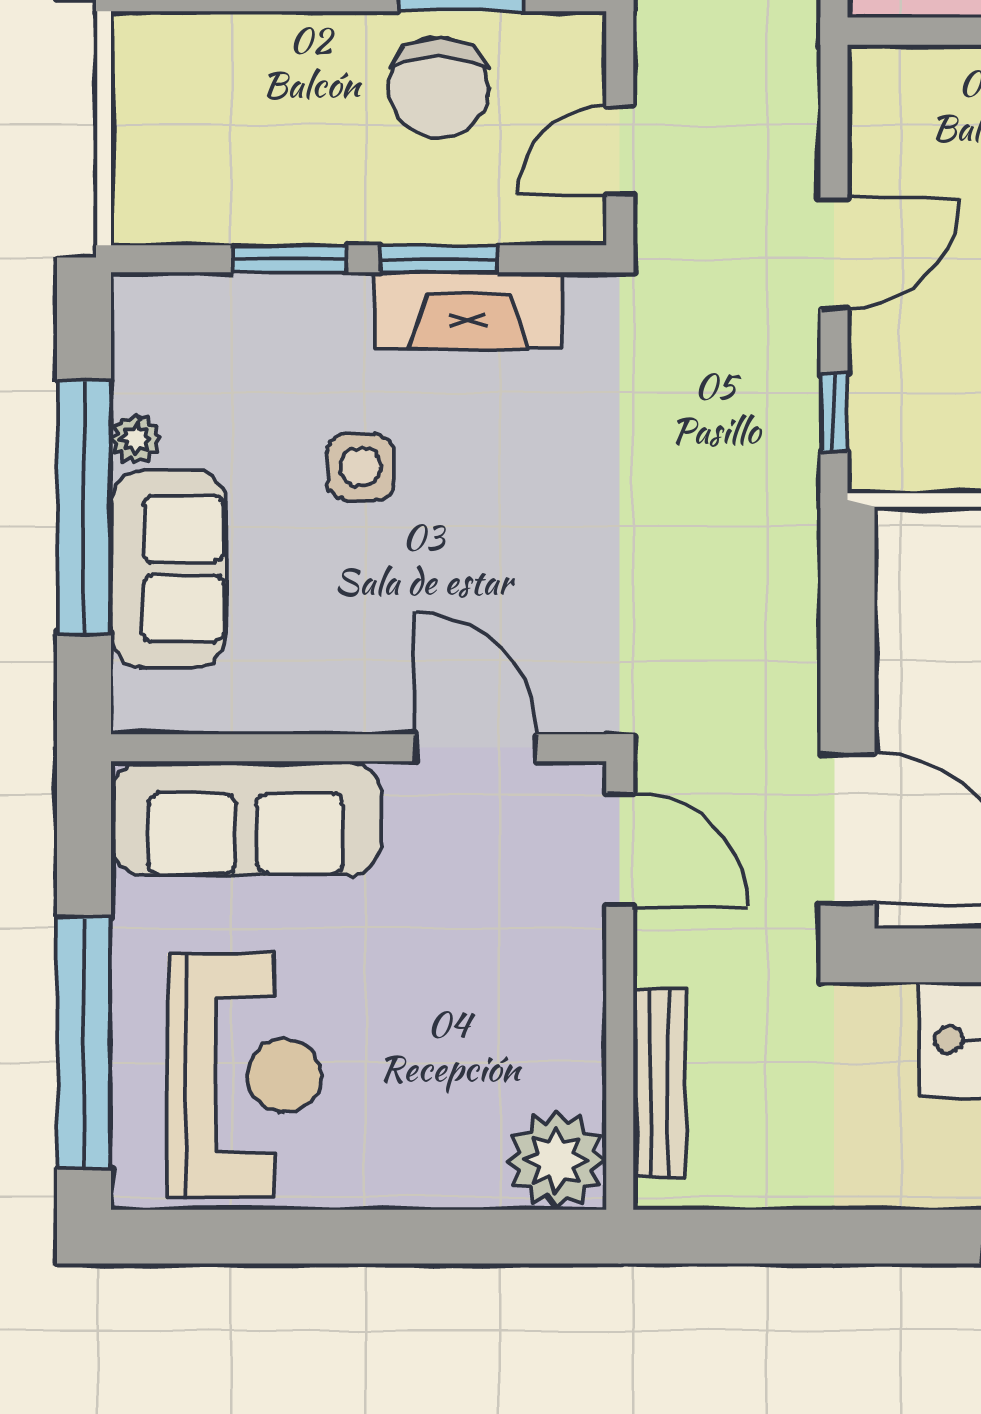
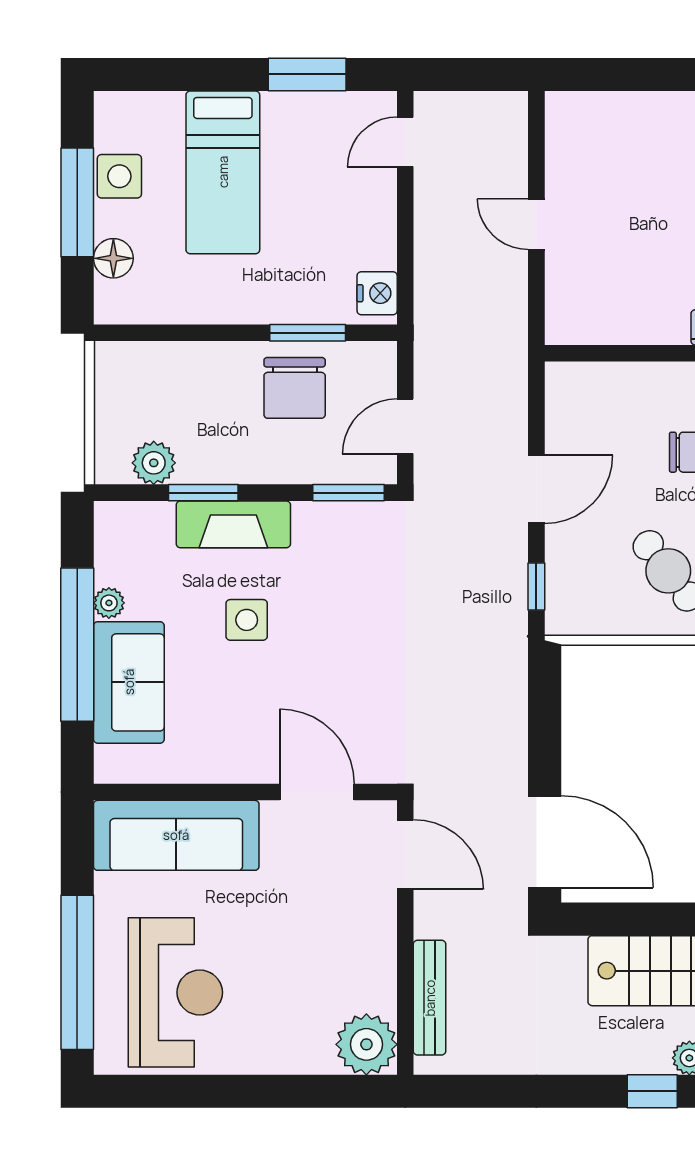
plant: (209, 210) -> (154, 463), added
window: (439, 259) -> (348, 493), moved
fireplace: (468, 311) -> (233, 524), moved

